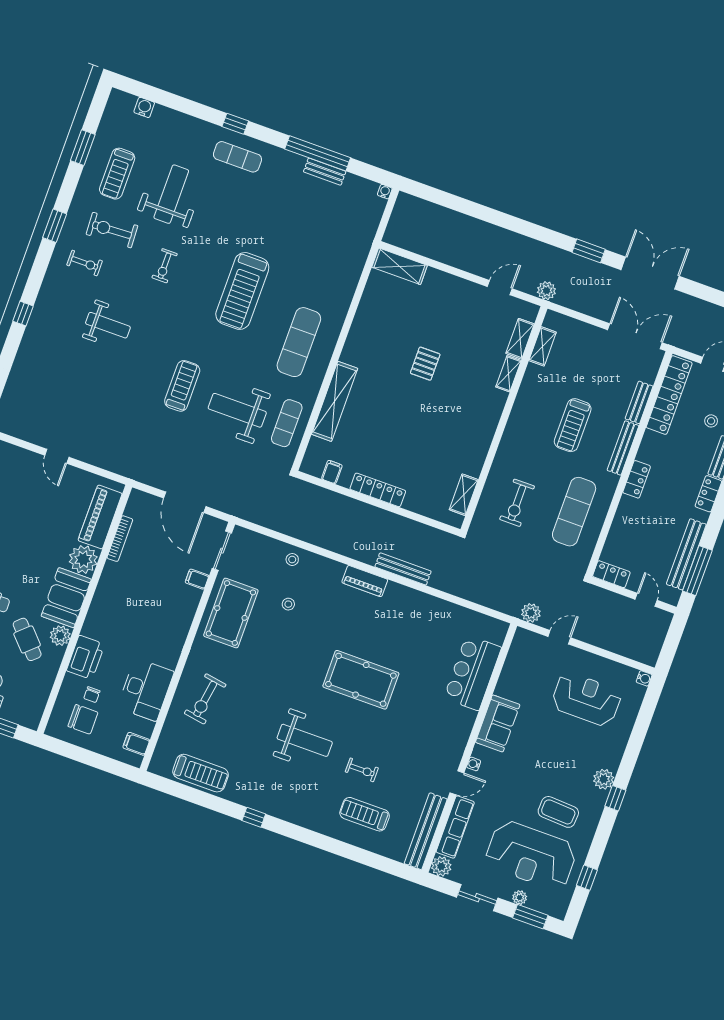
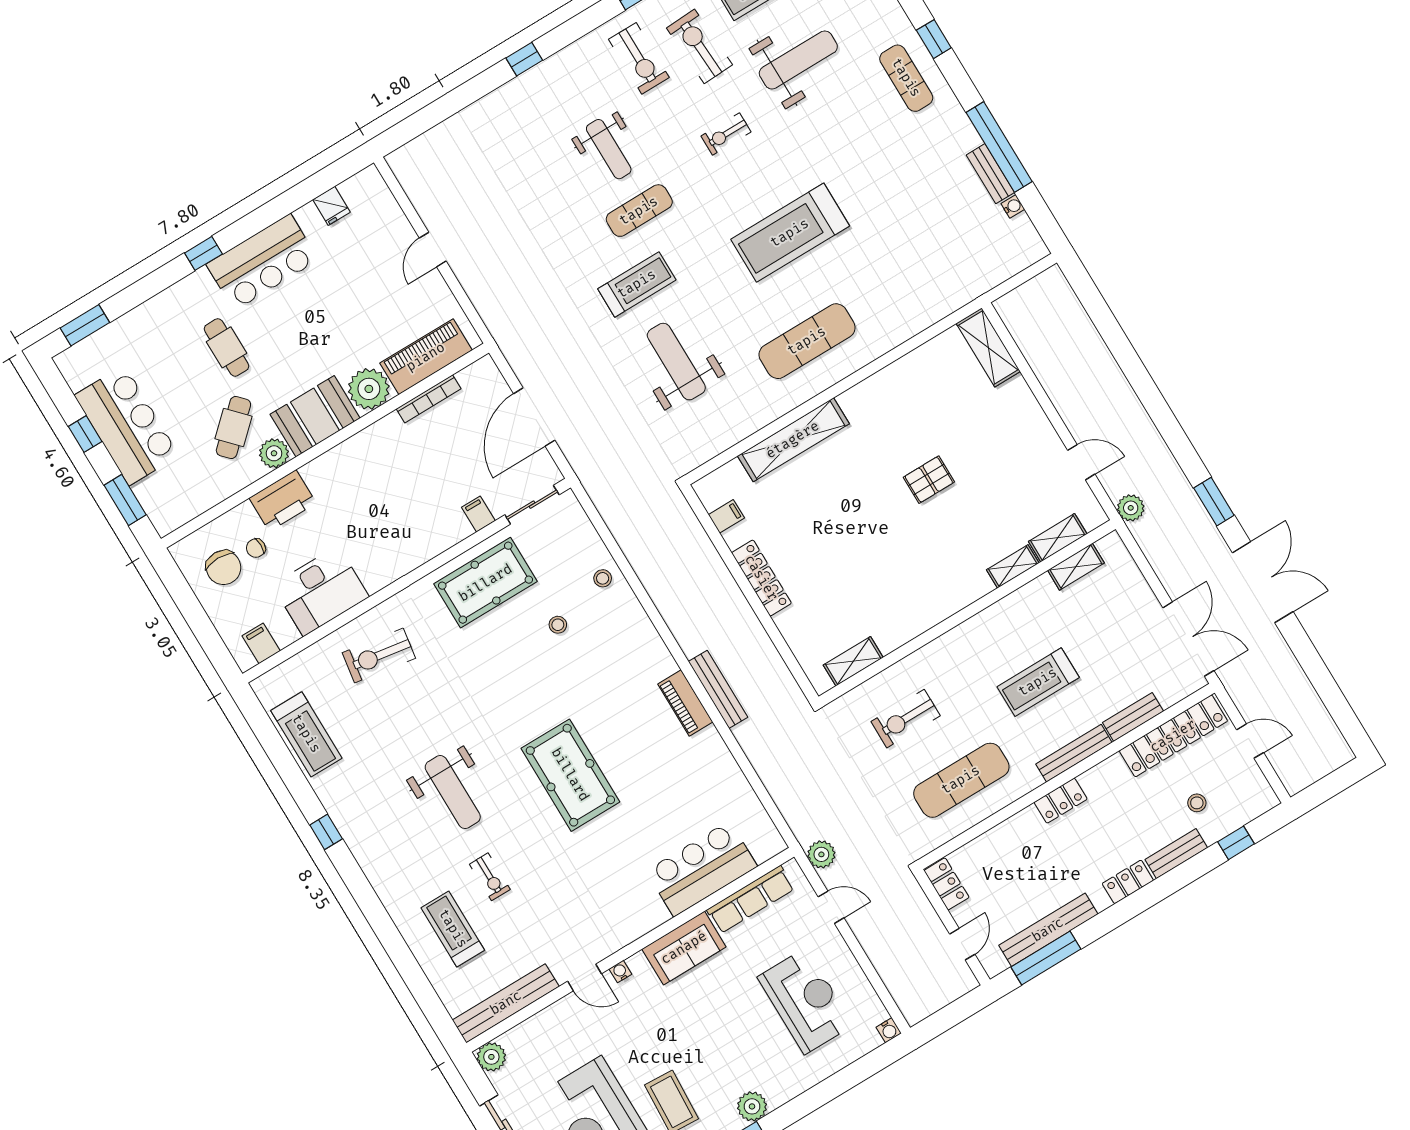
water cooler: (385, 192) -> (1013, 206), moved
exercise bike: (85, 263) -> (639, 58), width x1.38, depth x1.39
exercise mat: (287, 423) -> (639, 211), moved
piano: (365, 581) -> (685, 703), moved
row of seats: (455, 827) -> (751, 899), moved

